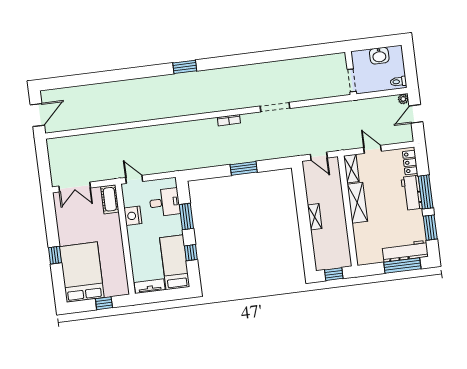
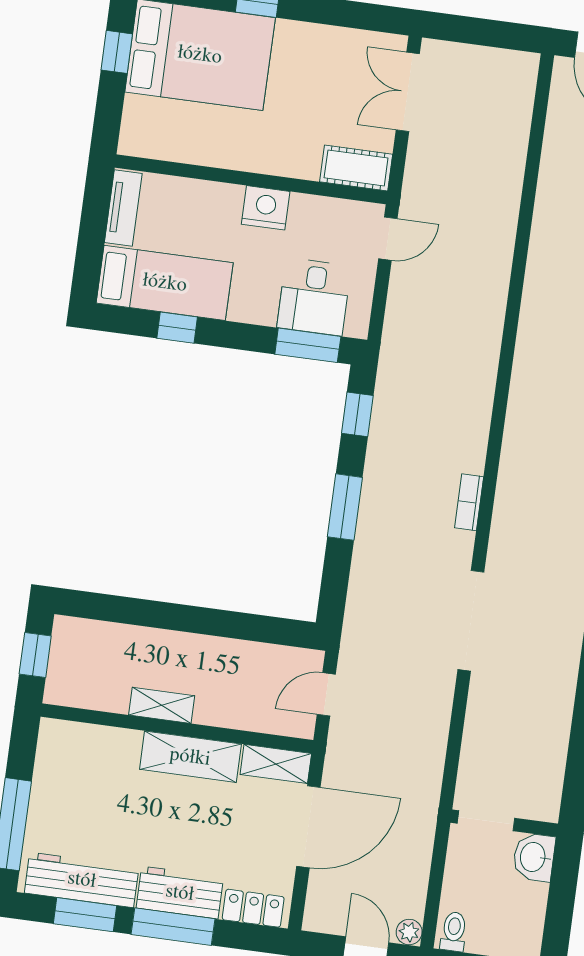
washbasin: (379, 56) -> (534, 857), moved
doorway: (275, 107) -> (471, 621), width x1.36
door: (373, 149) -> (308, 827), width x1.87
window: (206, 173) -> (357, 414), added
nightstand: (133, 216) -> (266, 208), moved
window: (186, 216) -> (308, 345), moved
shelving: (315, 217) -> (162, 705), moved
workbench: (405, 251) -> (82, 880), moved, turned -90
window: (104, 303) -> (117, 52), moved

